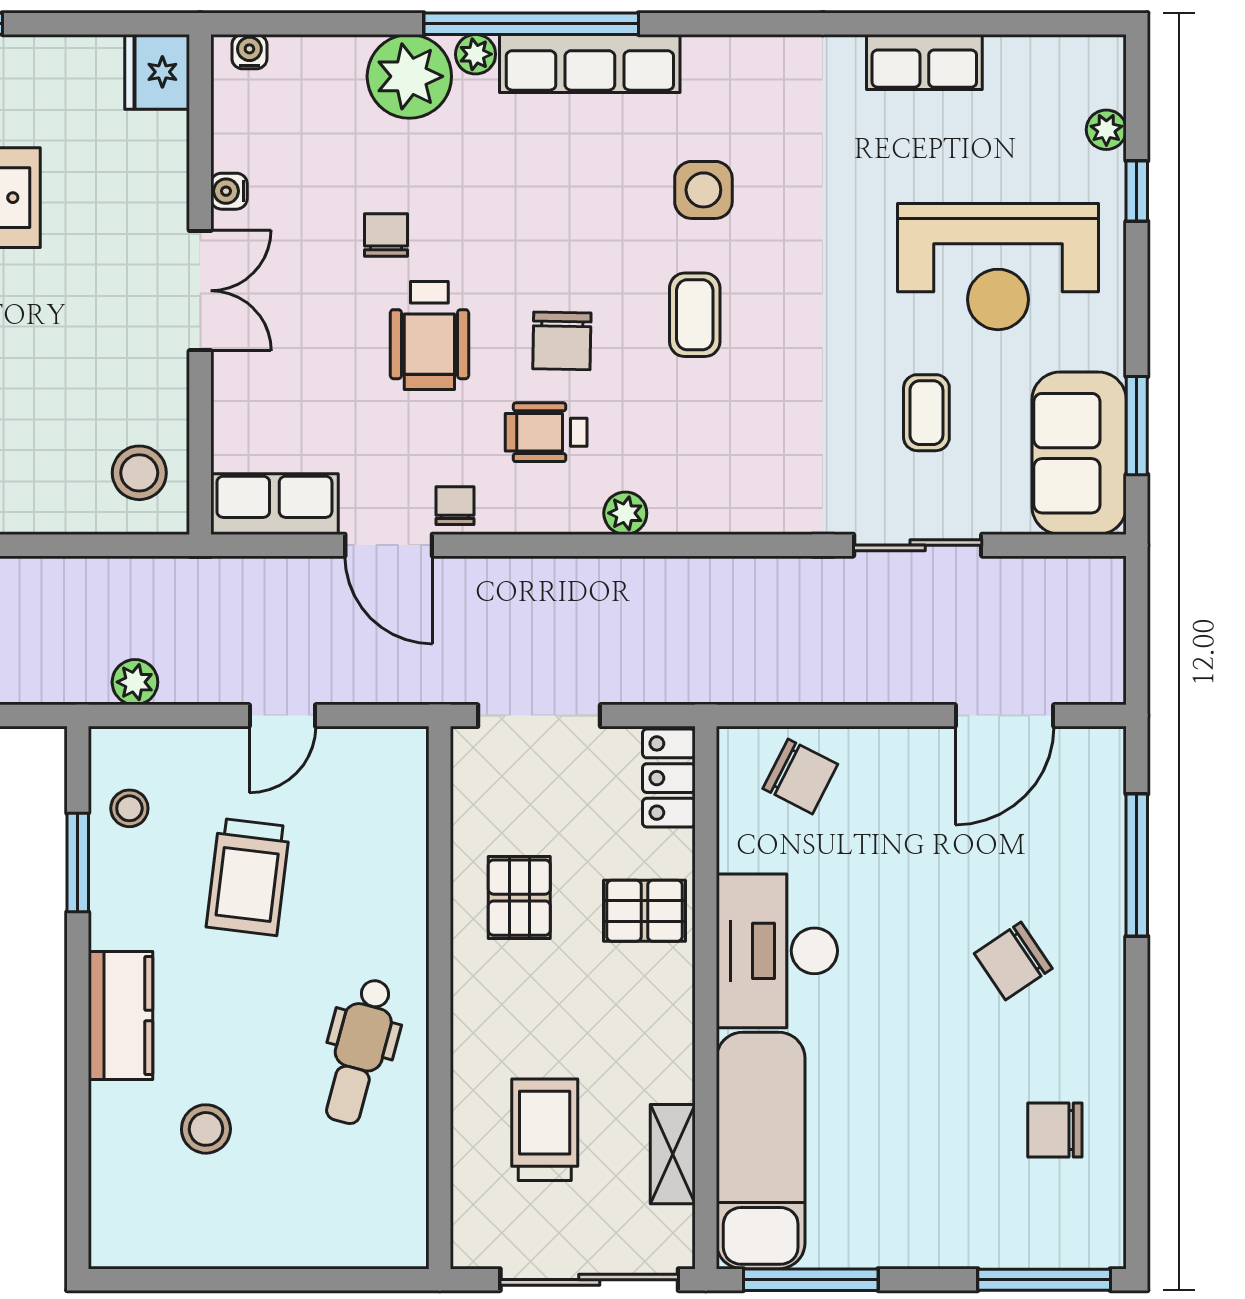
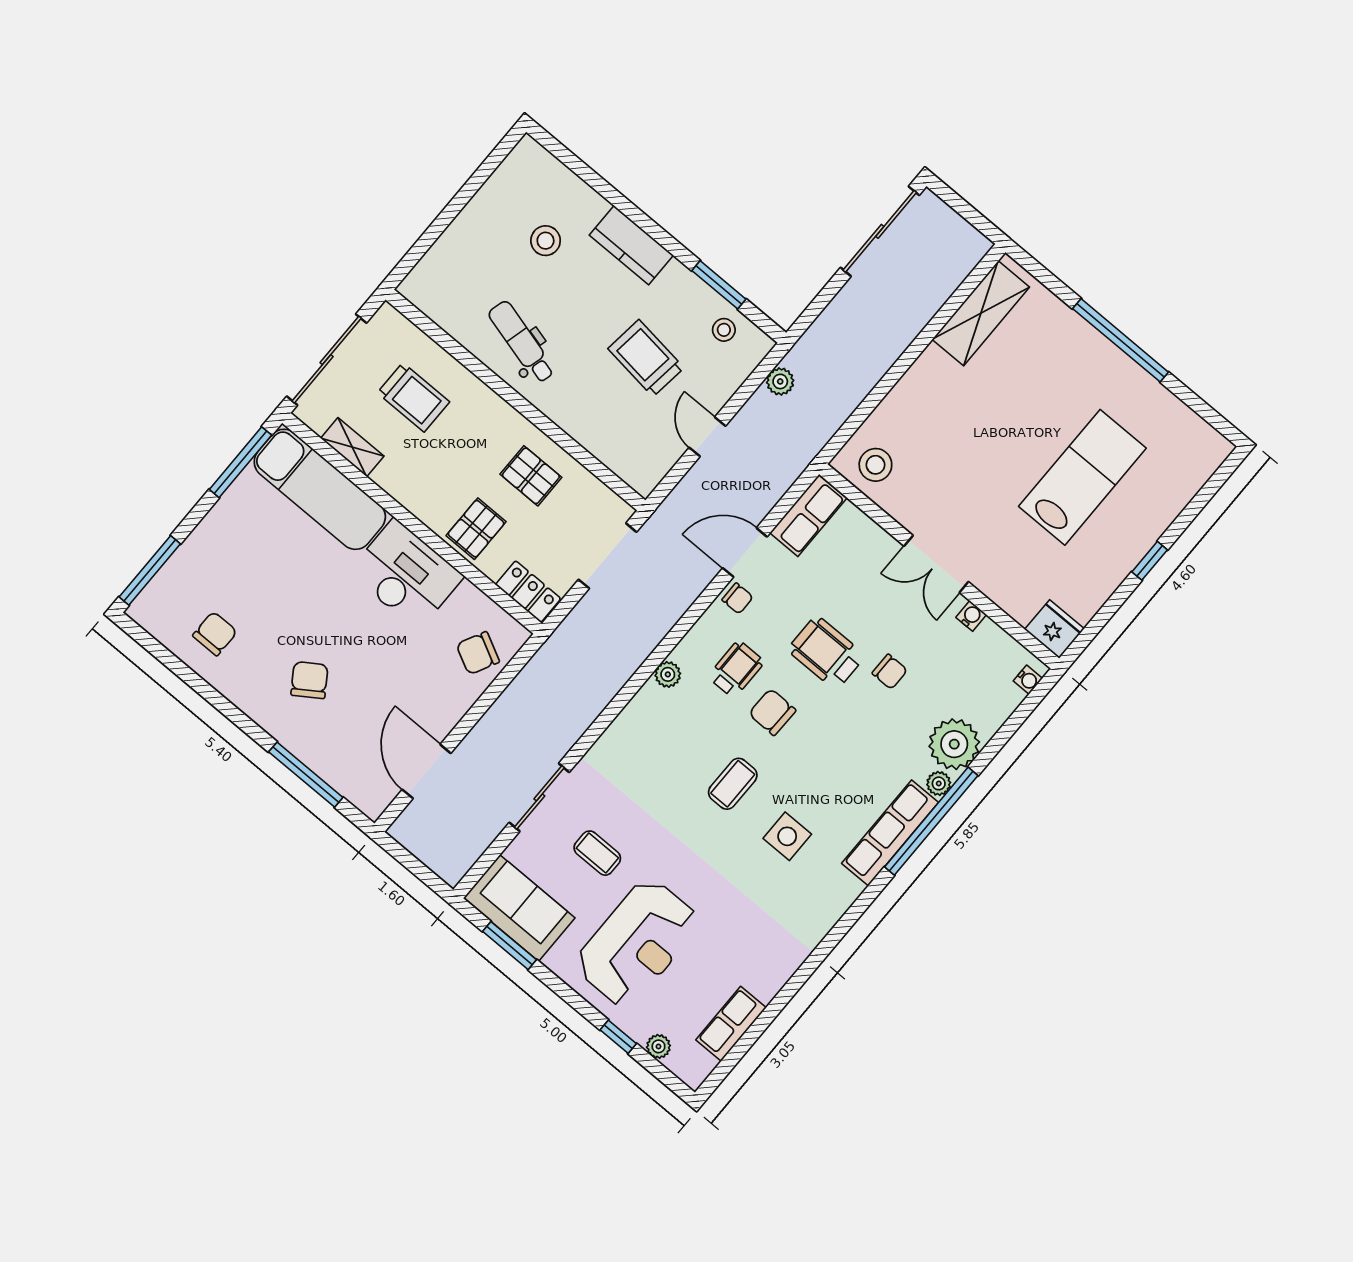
row of seats: (924, 62) -> (731, 1024), moved
reception desk: (998, 267) -> (637, 943), turned 180
coffee table: (695, 315) -> (733, 784), turned 90

